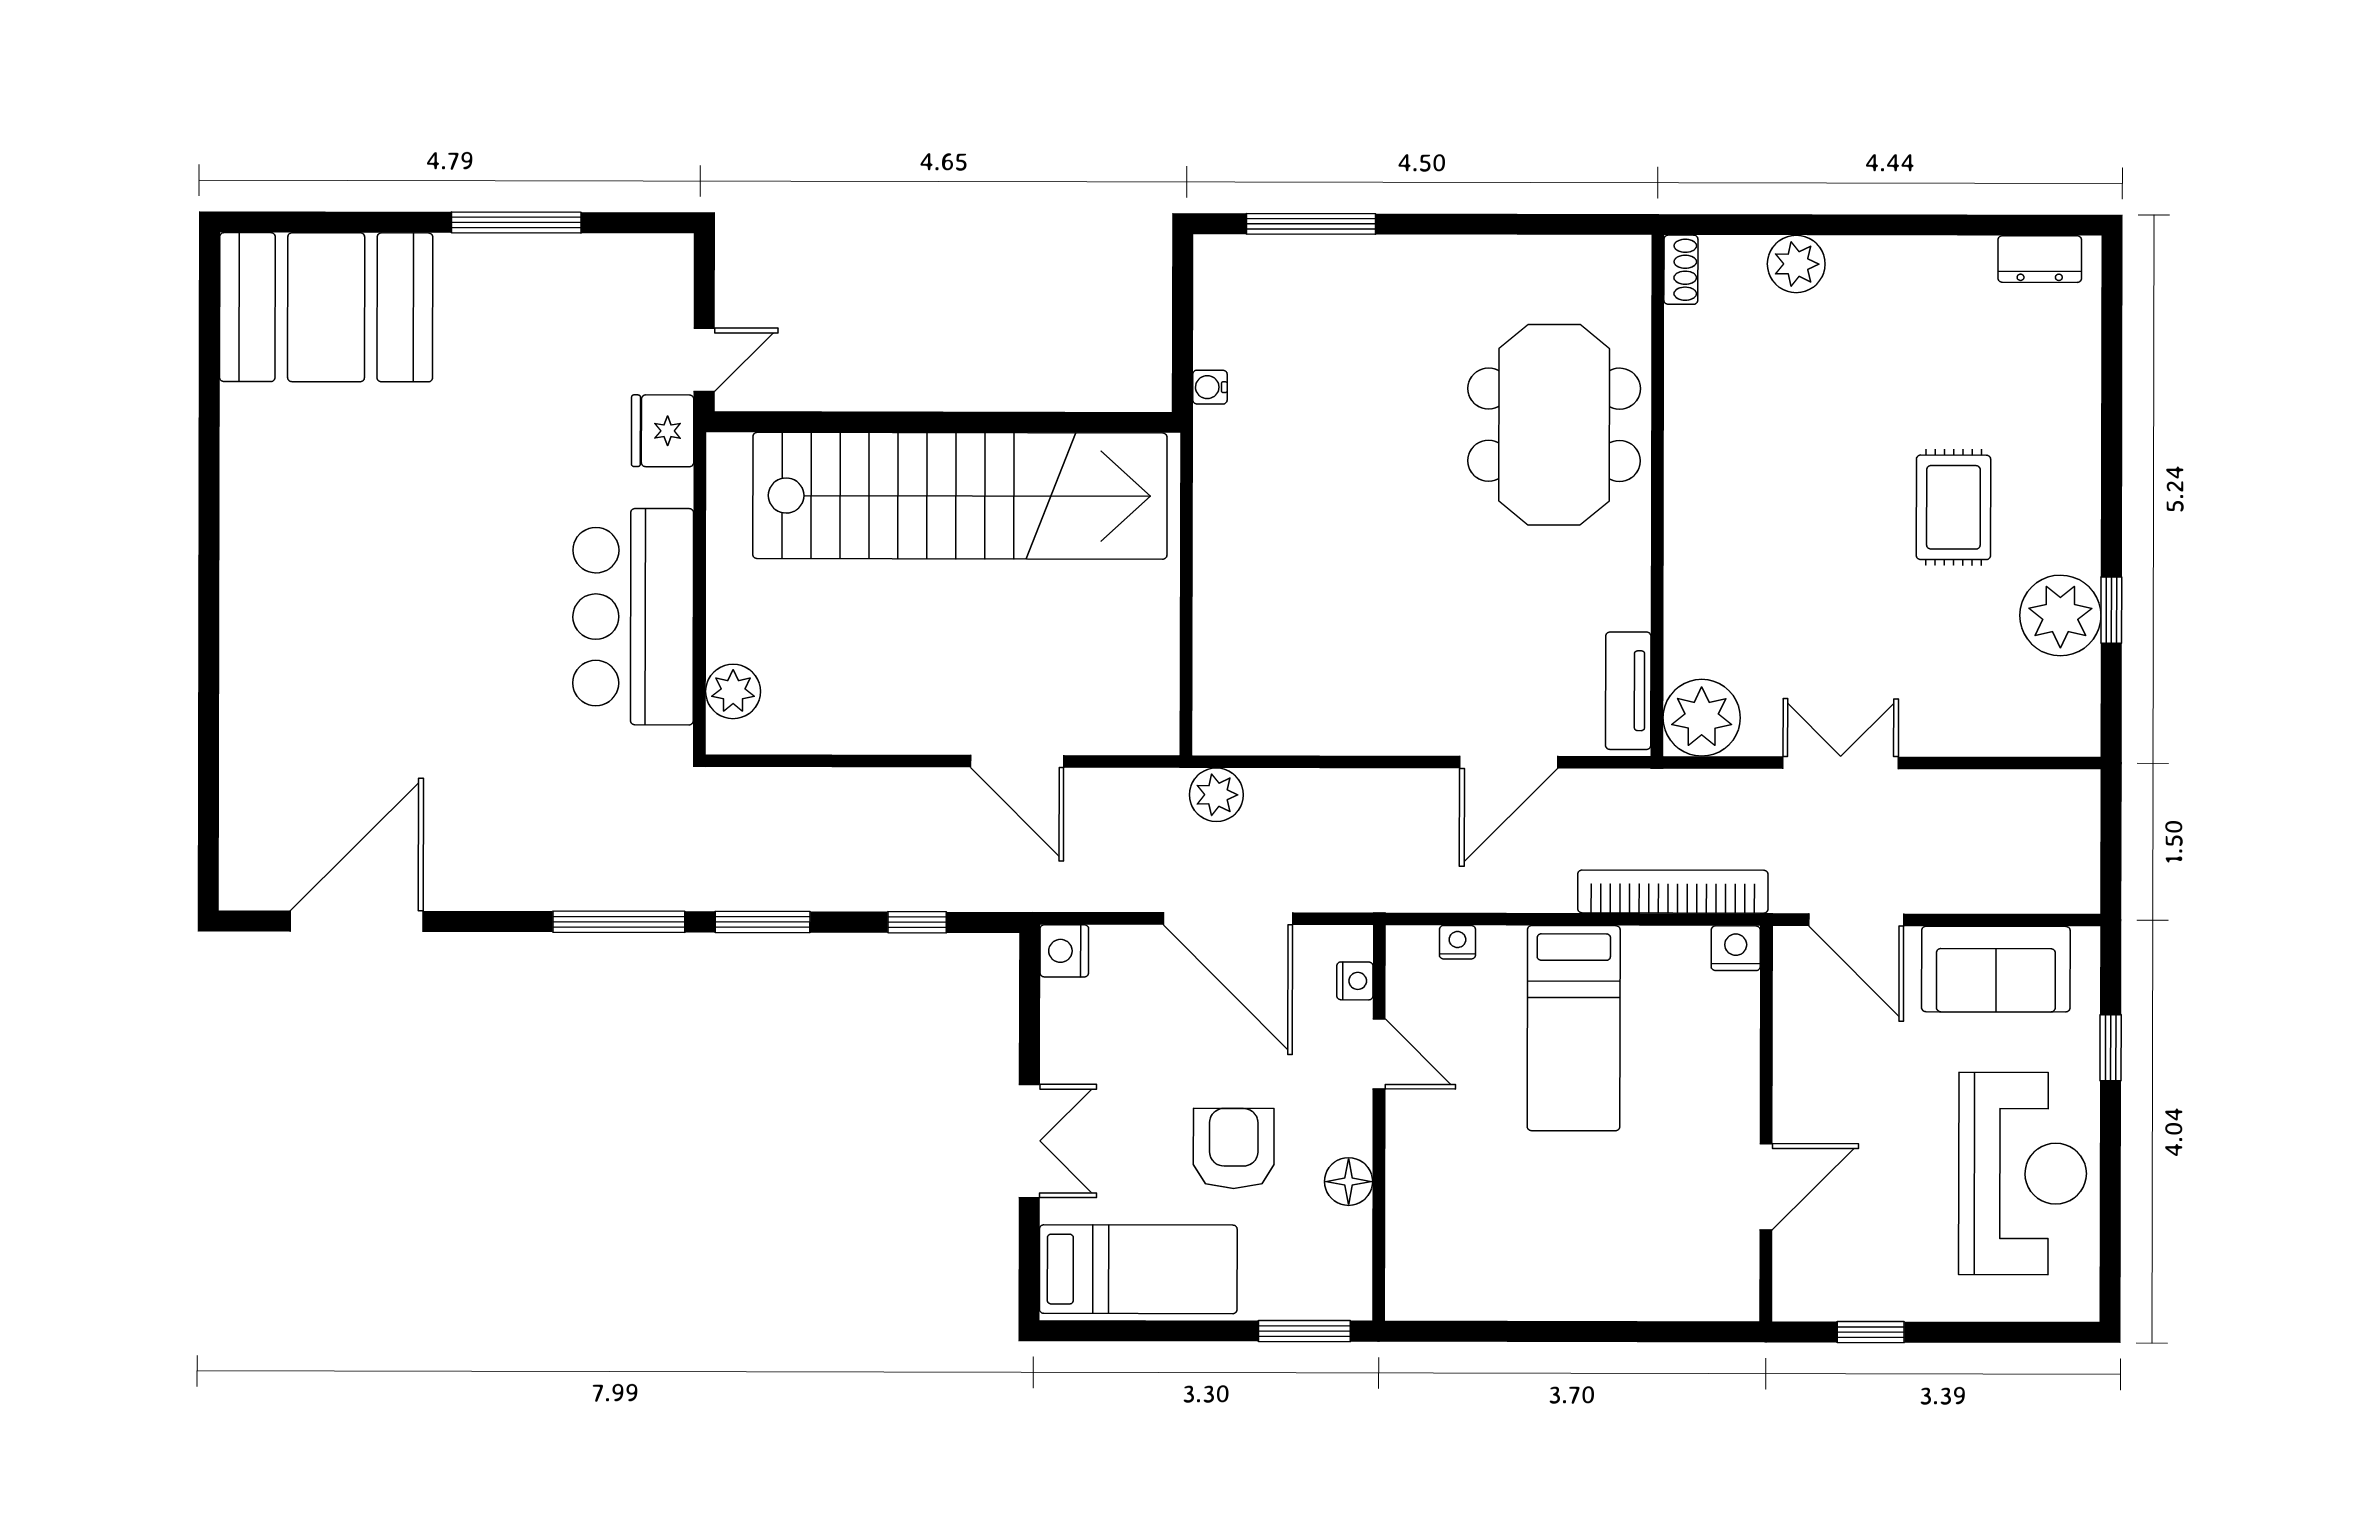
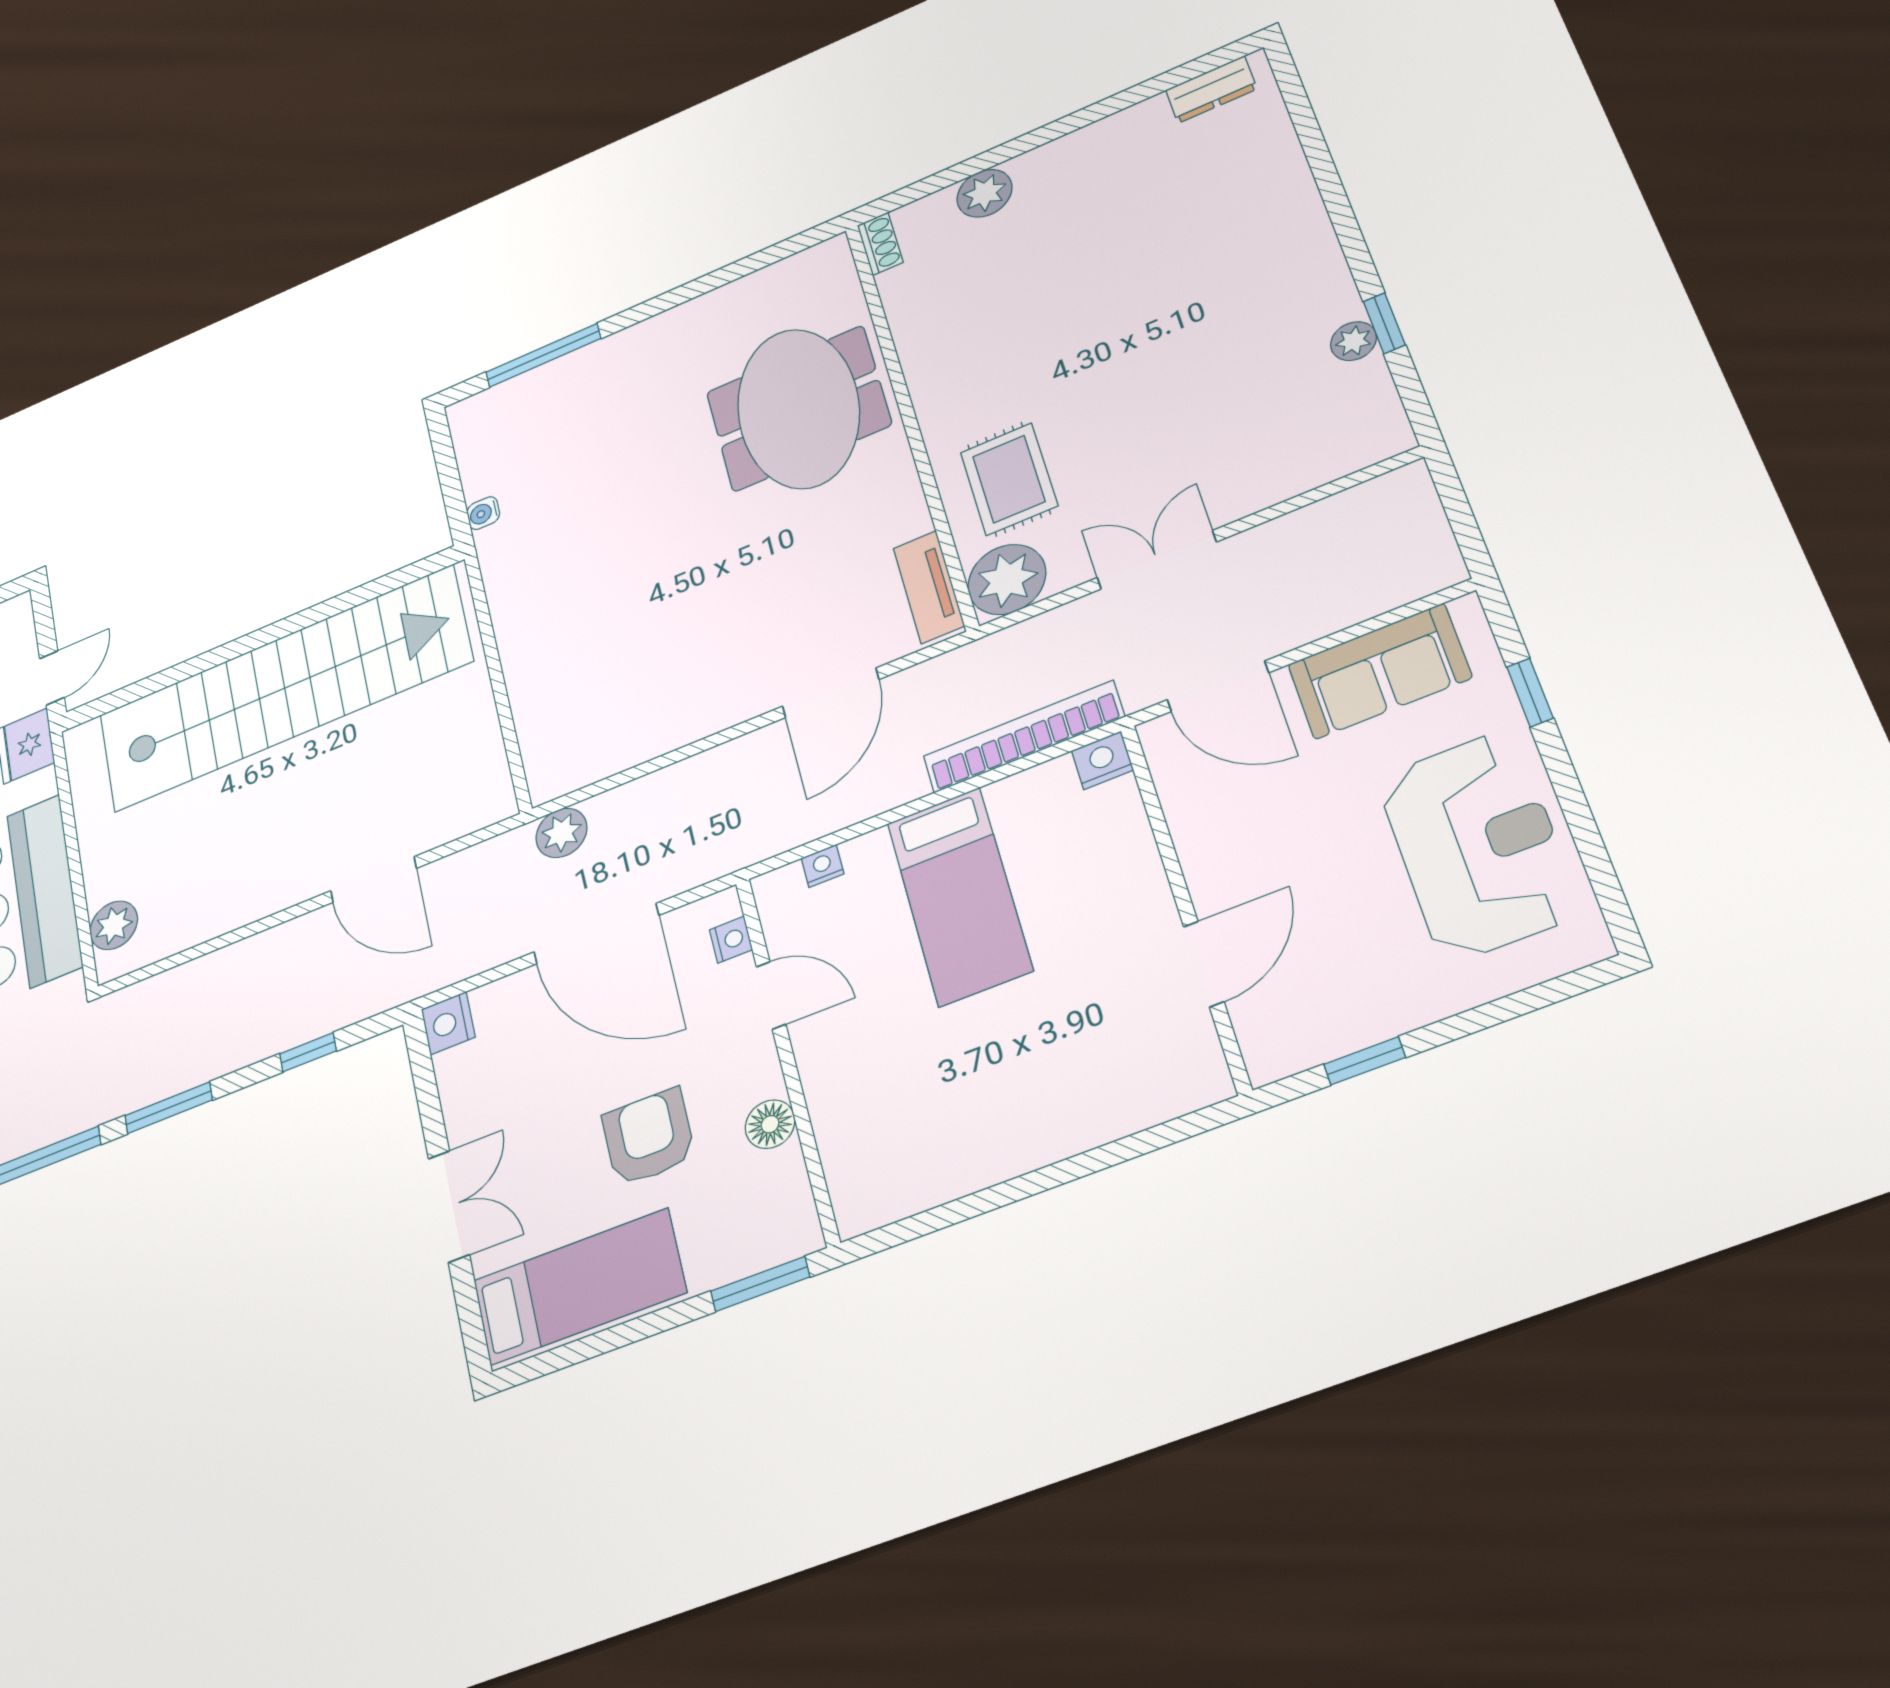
rug: (1953, 507) -> (1009, 479), moved
plant: (2060, 615) -> (1353, 341), width x0.53, depth x0.53

